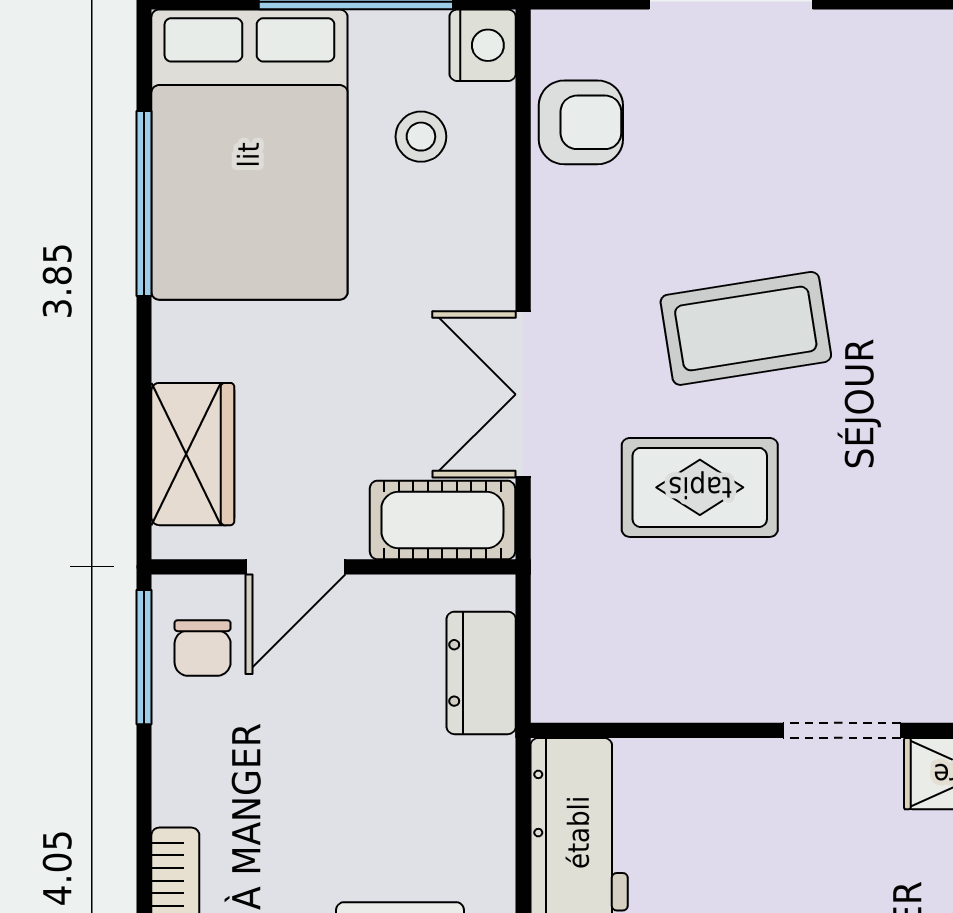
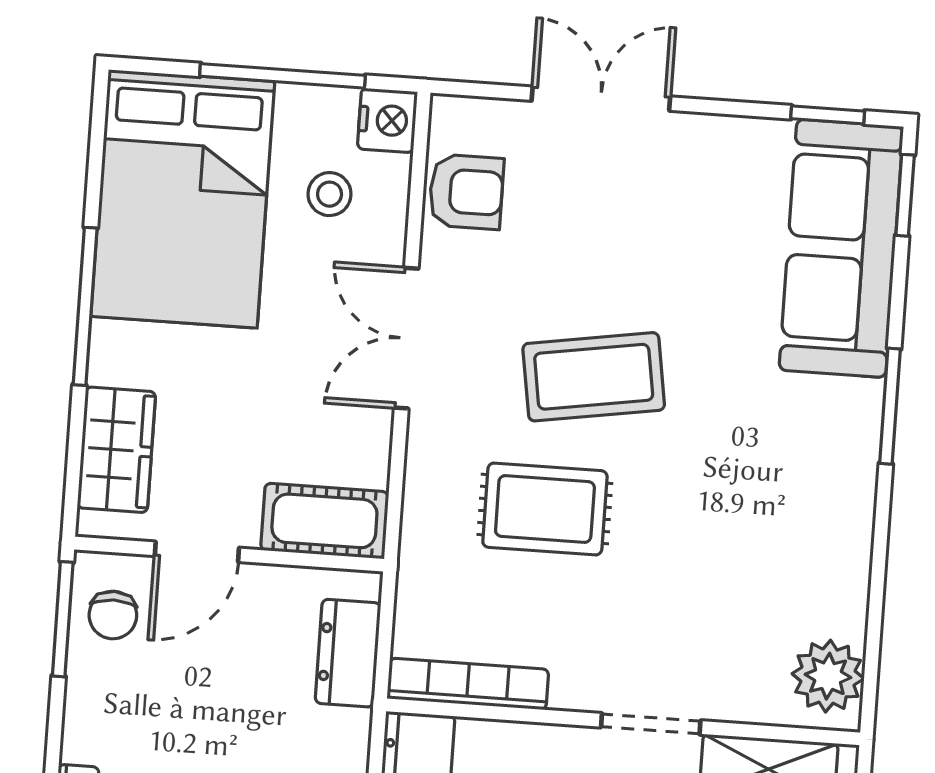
window: (144, 203) -> (85, 306), moved
double door: (523, 394) -> (406, 338), moved
bookcase: (624, 699) -> (468, 684), added

